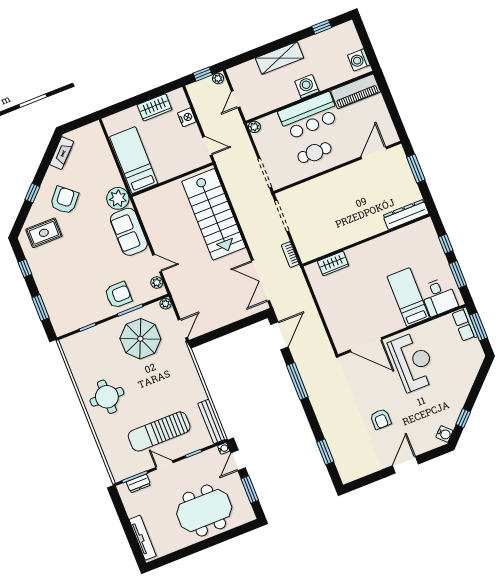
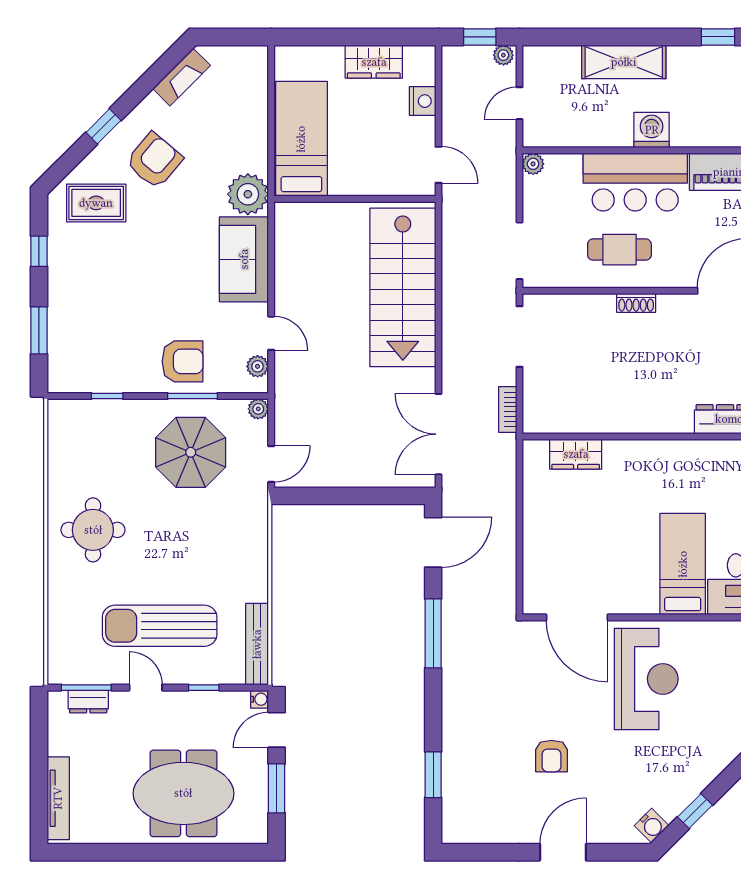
shoe rack: (333, 176) -> (636, 303), added

